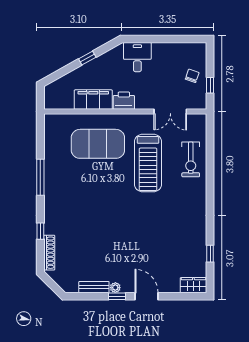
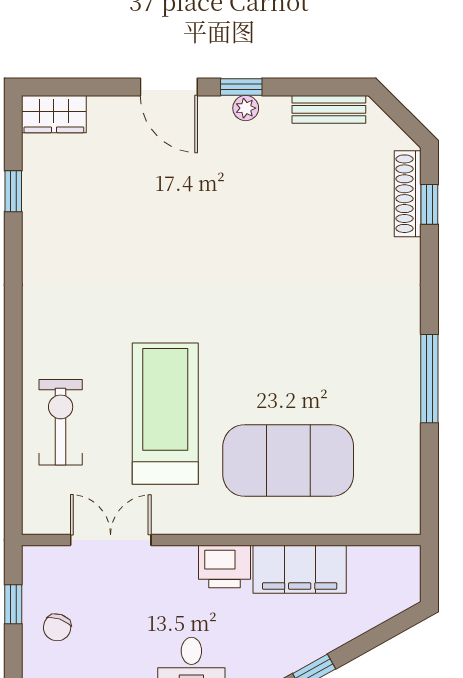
window: (40, 231) -> (429, 204), moved
bench: (94, 287) -> (329, 109), moved

